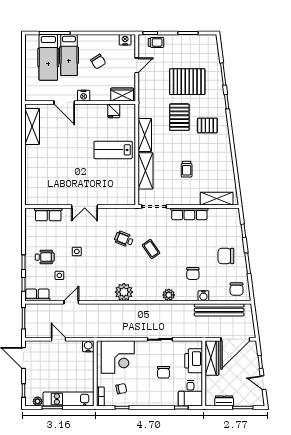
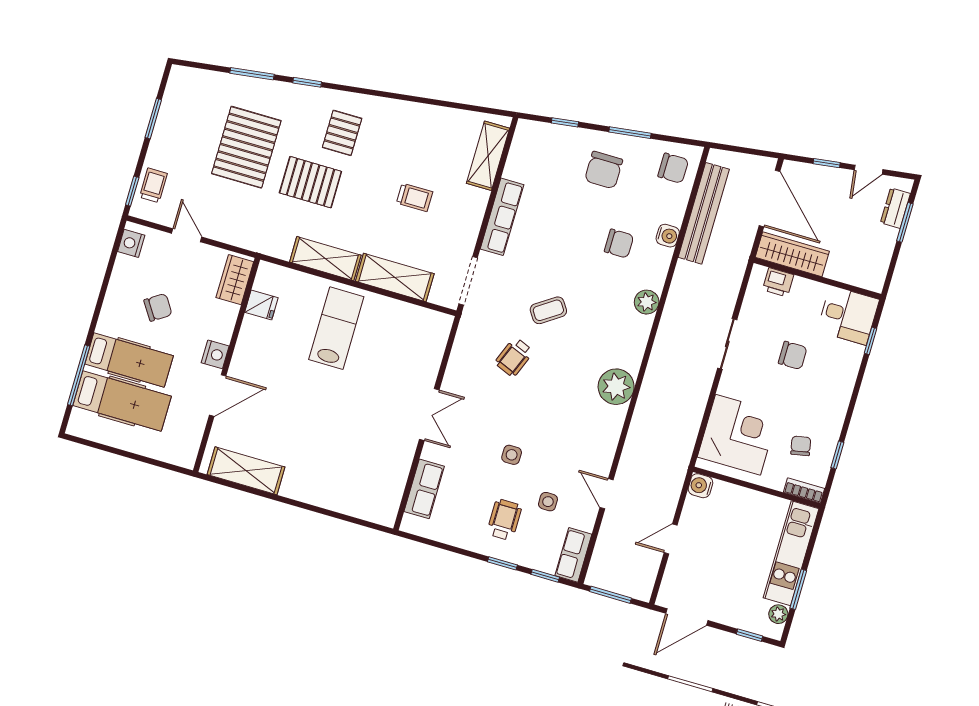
lab bench: (113, 150) -> (336, 328), turned 180
printer: (194, 361) -> (778, 282), width x0.53, depth x0.68
dresser: (224, 401) -> (895, 208), moved

